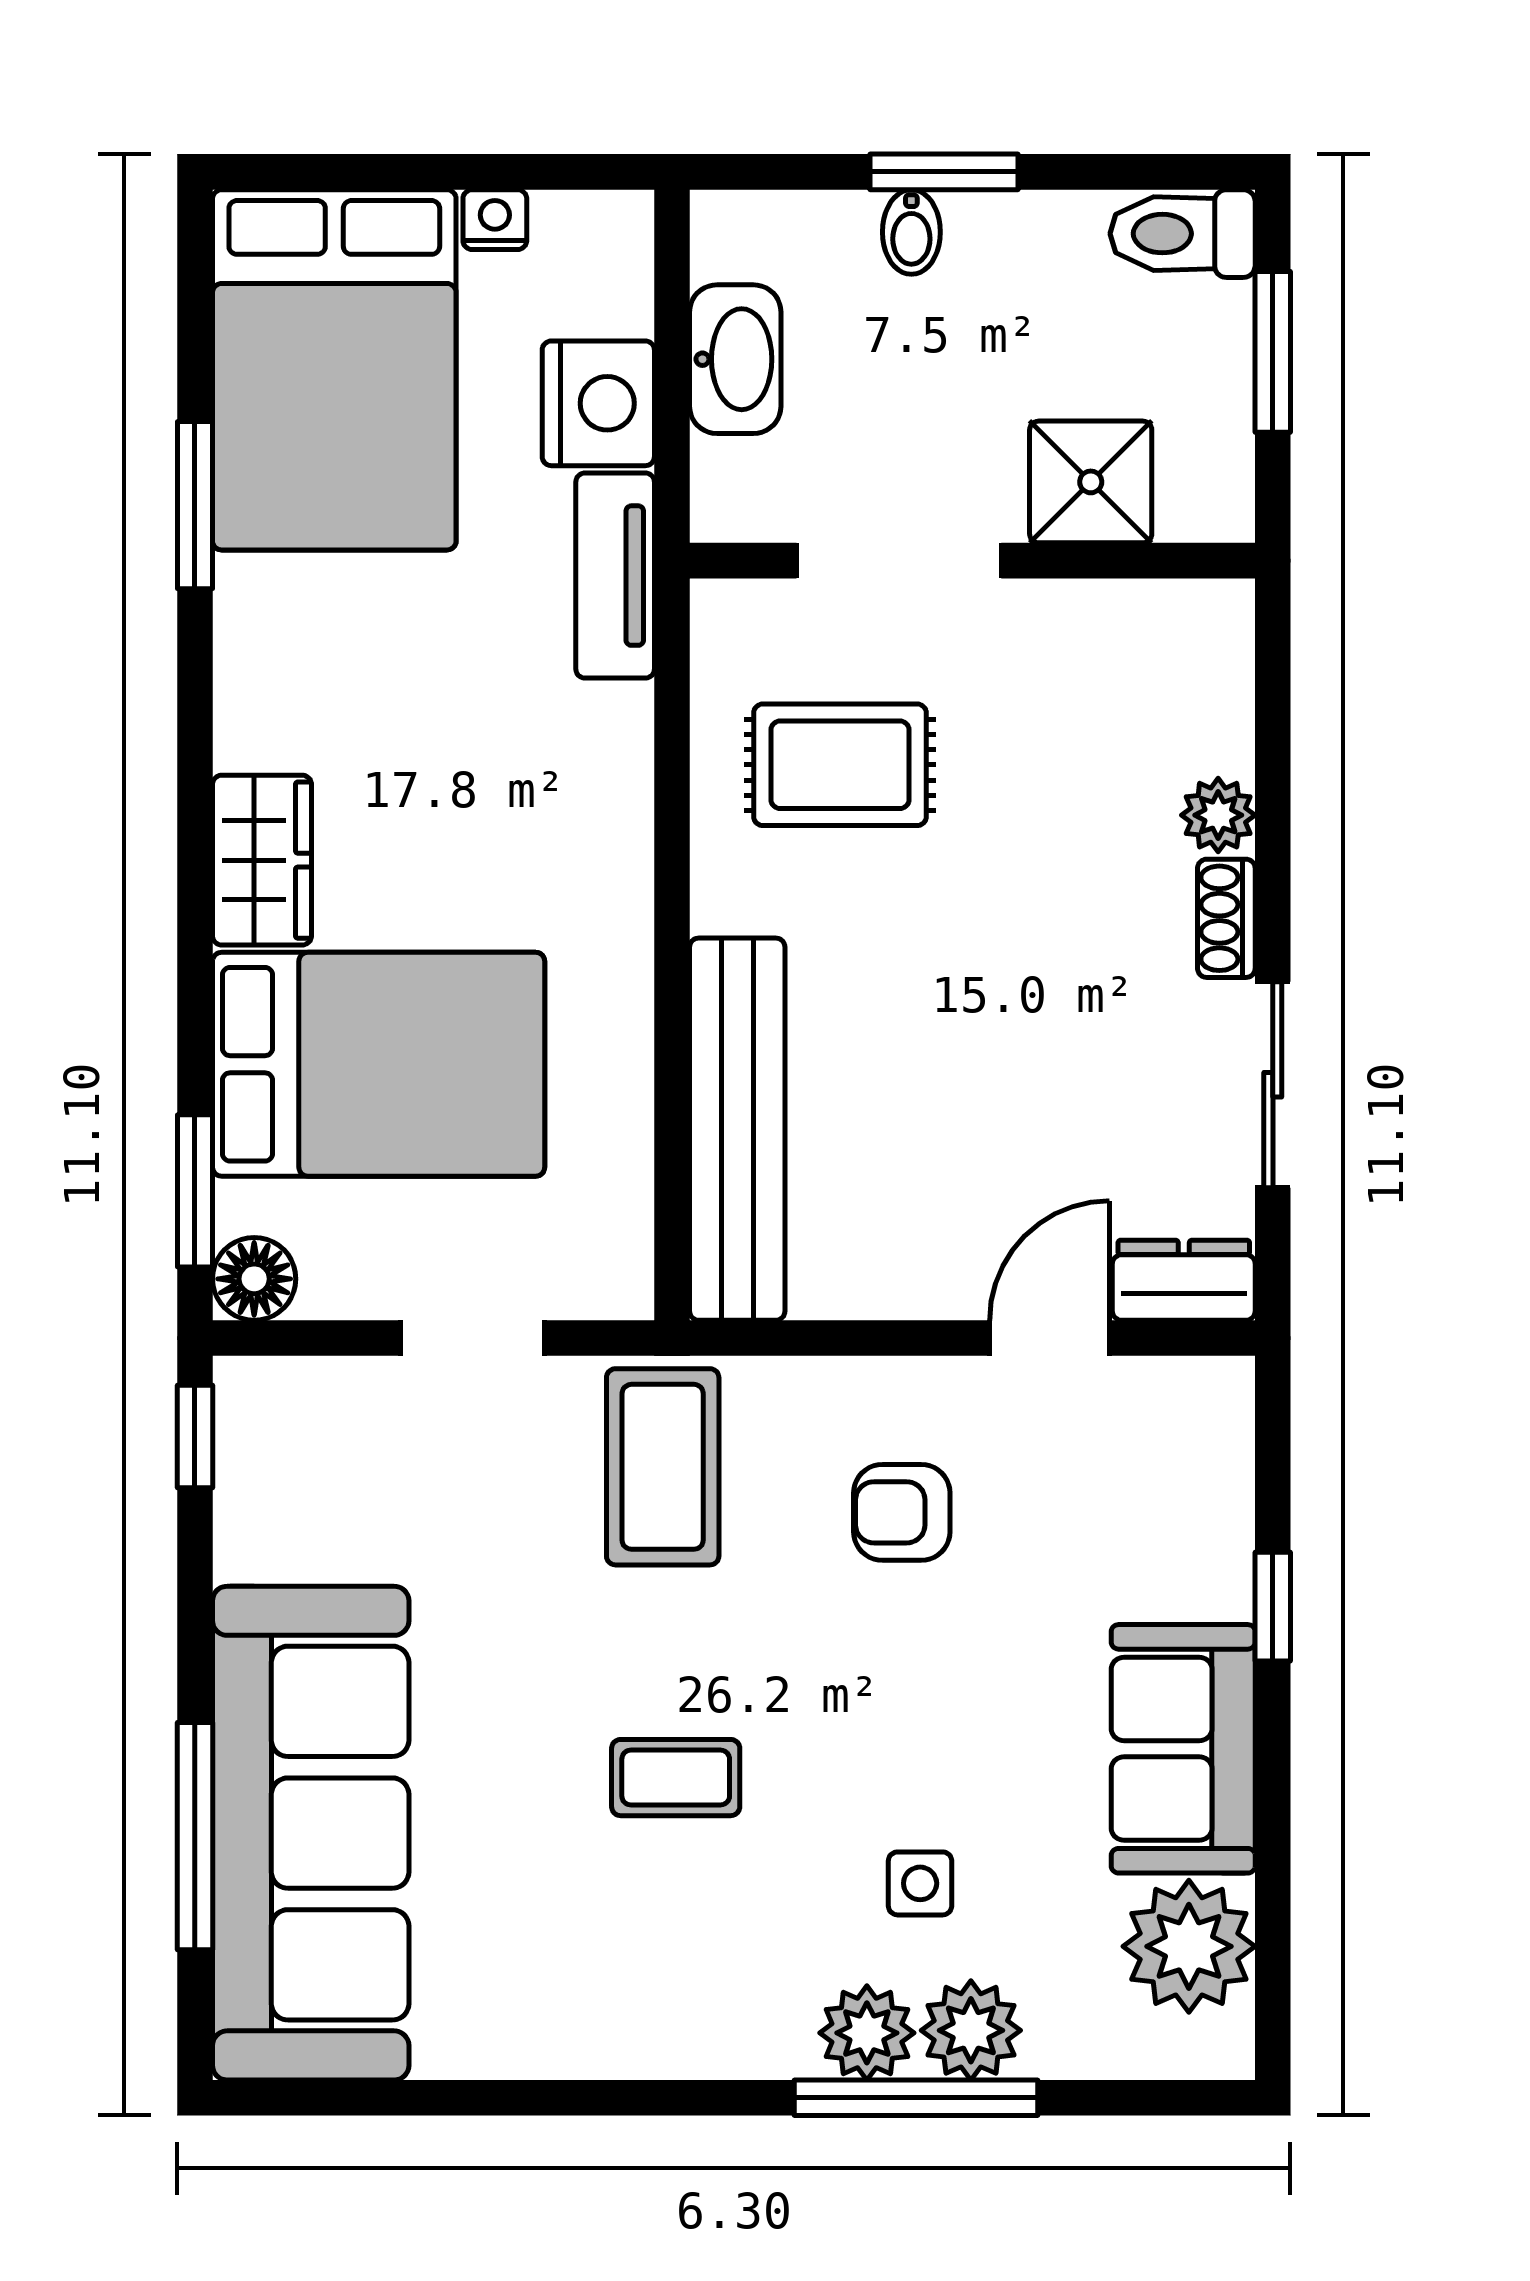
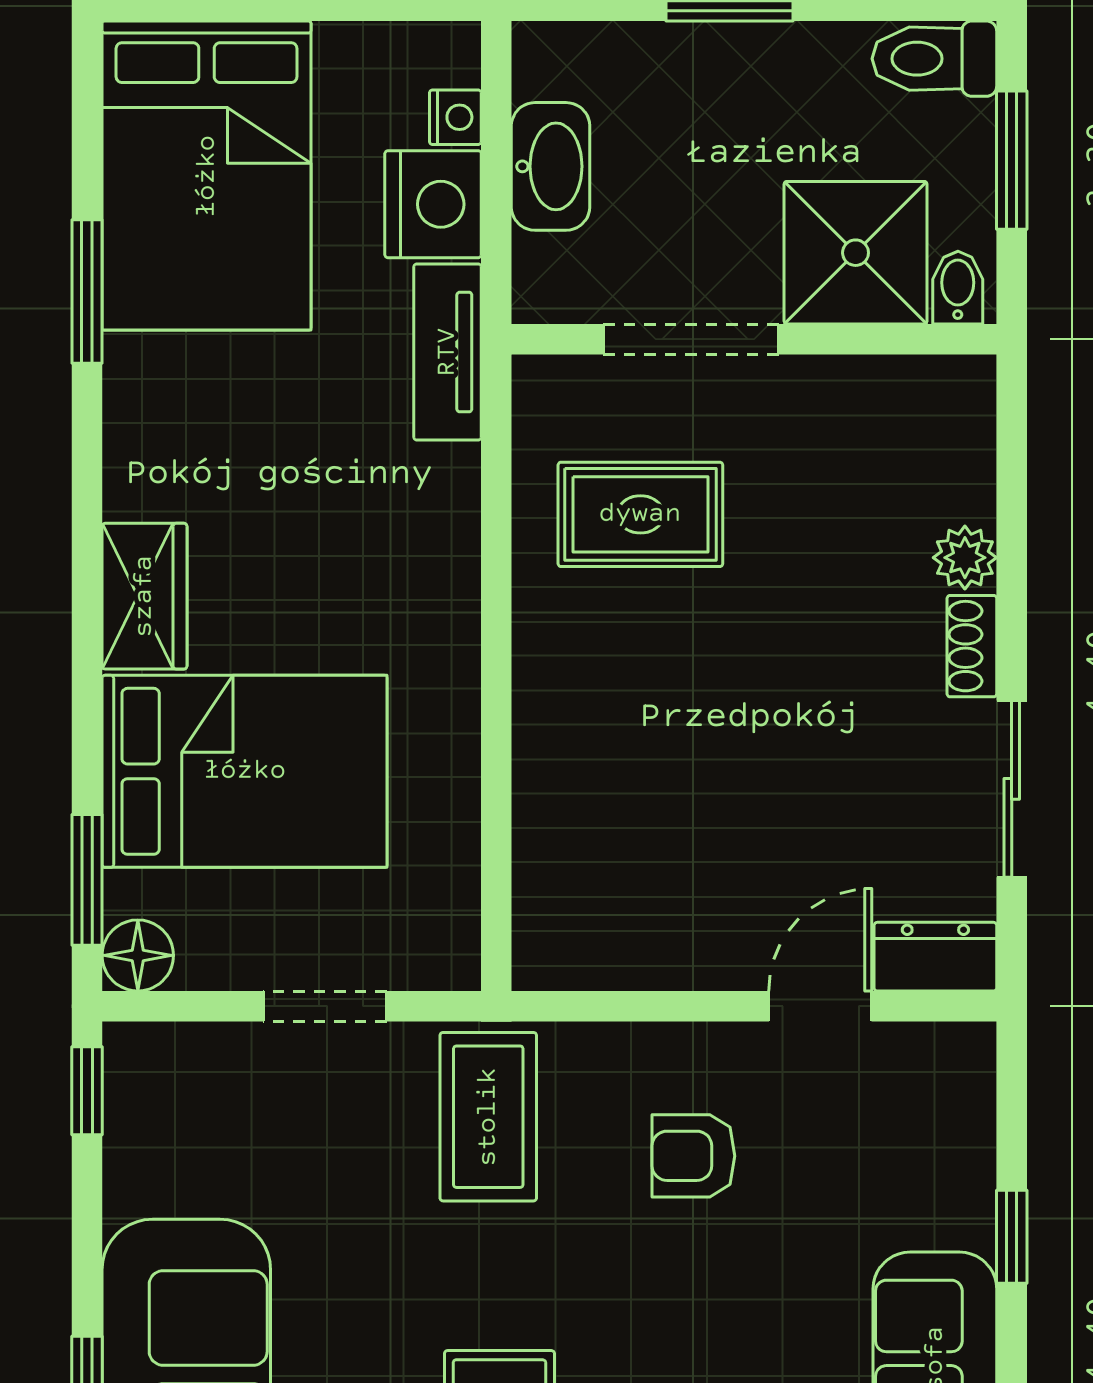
nightstand: (495, 220) -> (455, 117), moved, turned 90
bidet: (911, 232) -> (958, 288), moved, turned 180
shower: (1091, 482) -> (856, 253), width x1.36, depth x1.36
bench: (737, 1129) -> (552, 827), removed

